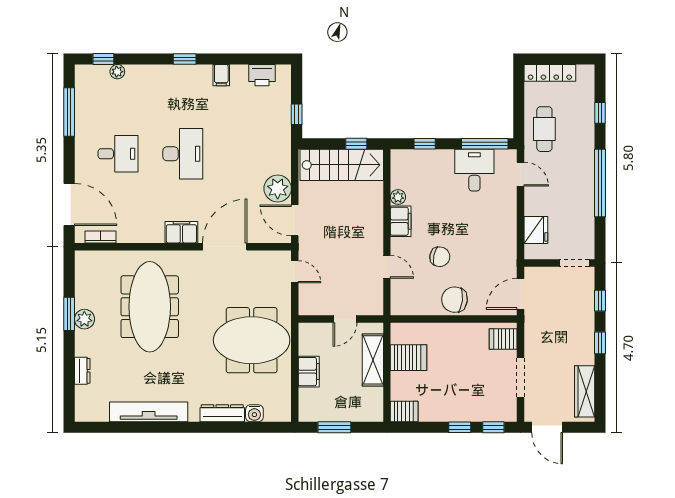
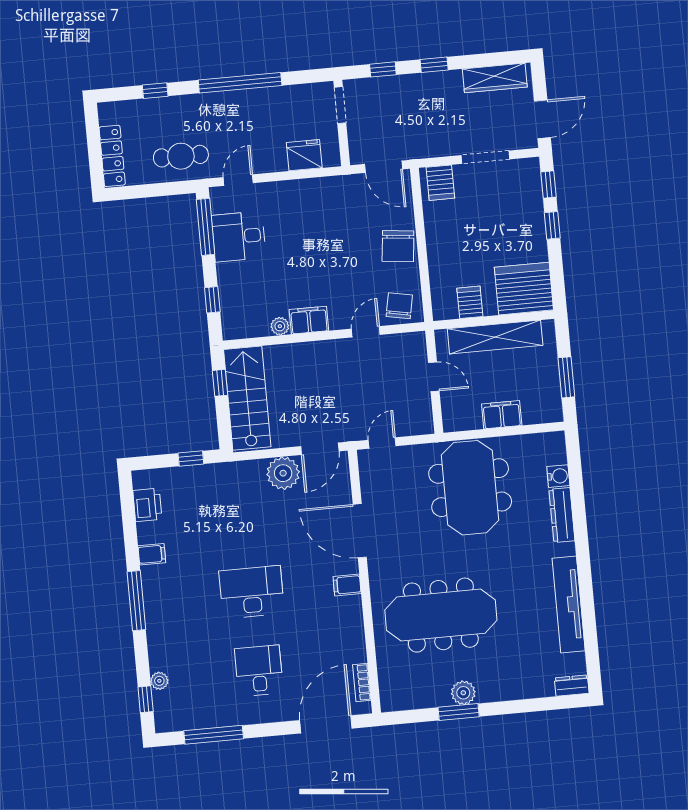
window: (185, 59) -> (136, 601), width x2.17
filing cabinet: (181, 232) -> (347, 585), width x0.50
chair: (440, 257) -> (399, 306), moved
server rack: (409, 358) -> (470, 302), width x0.73, depth x0.70
shelving: (373, 360) -> (495, 337), width x1.47
dresser: (82, 371) -> (572, 686), moved
server rack: (404, 412) -> (524, 289), width x2.18, depth x1.44

